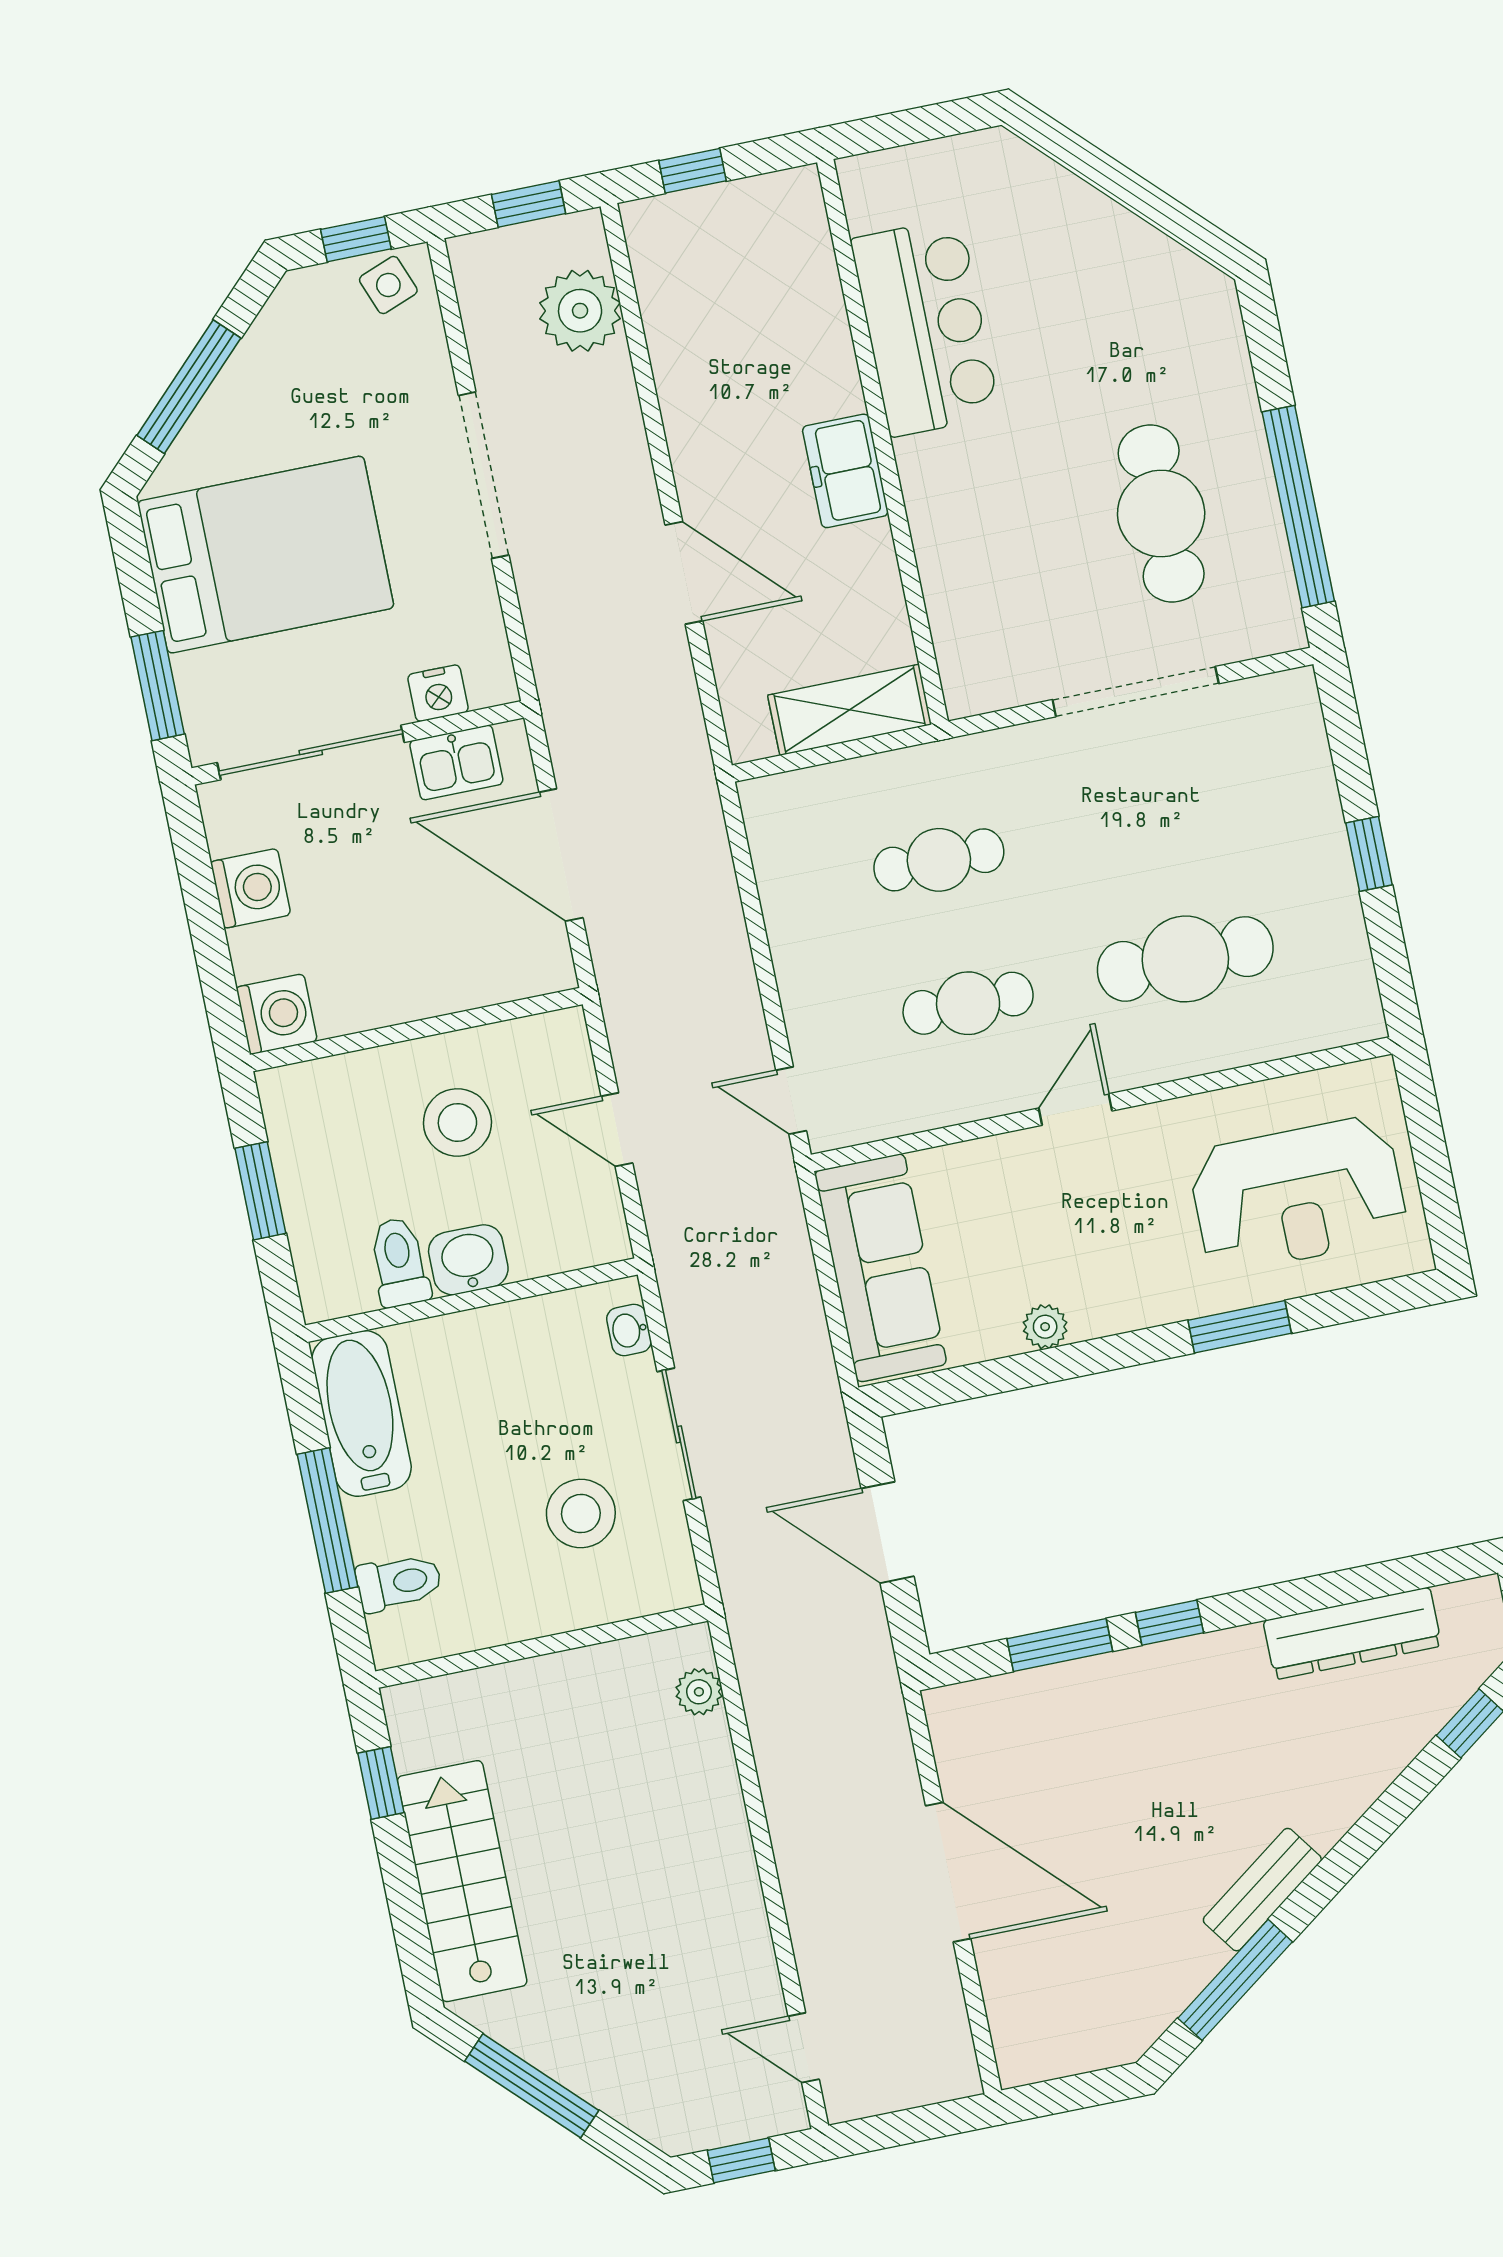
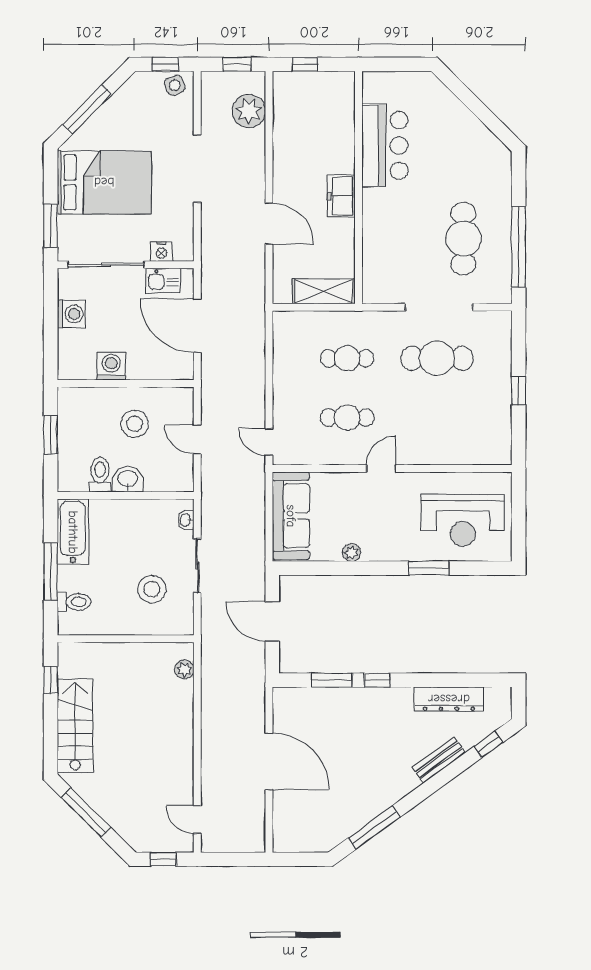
cafe table: (1185, 959) -> (437, 358), moved
washing machine: (277, 1014) -> (111, 366), moved, turned -90
bench: (1262, 1890) -> (439, 760), moved

